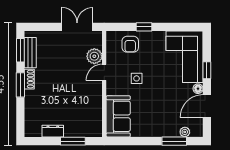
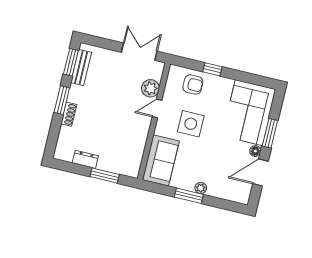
armchair: (130, 44) -> (193, 85), turned -90
window: (207, 70) -> (270, 133), width x1.50
side table: (137, 78) -> (191, 124), width x1.87, depth x1.87
shoe rack: (29, 79) -> (69, 114), moved
plant: (185, 132) -> (201, 188), moved
window: (174, 141) -> (189, 196), moved

